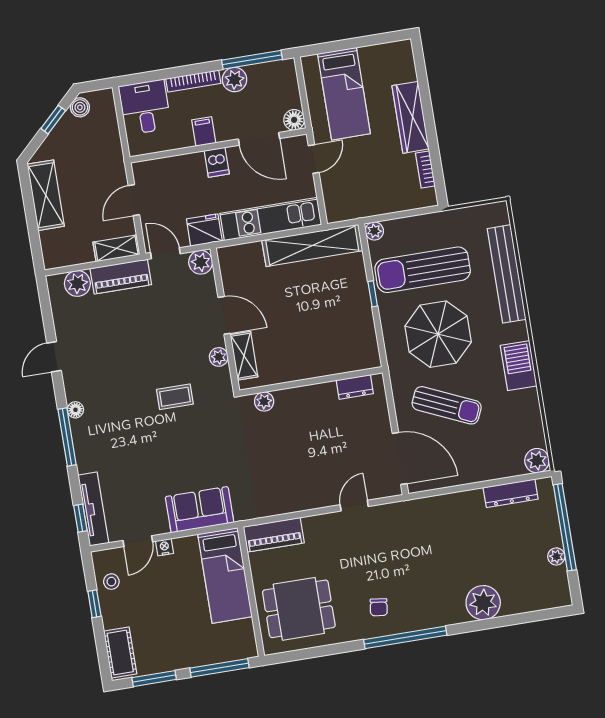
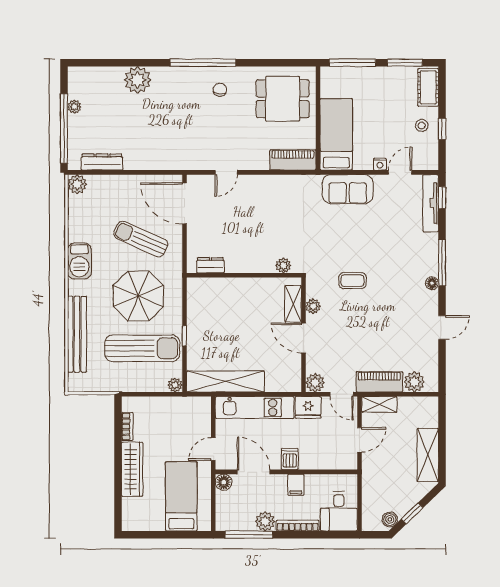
stool: (111, 582) -> (422, 126), moved

